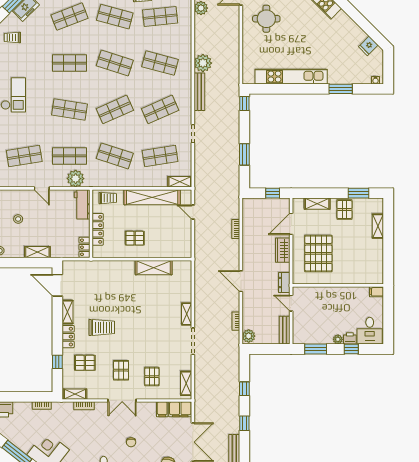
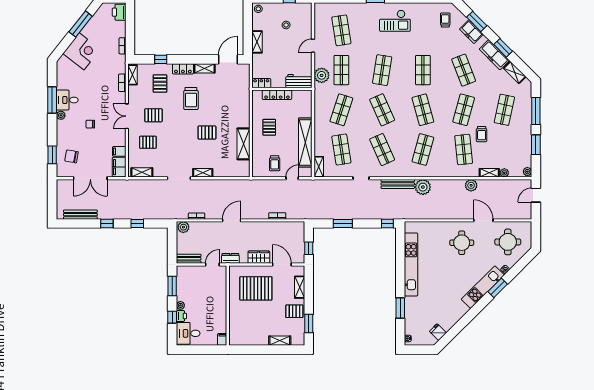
shop shelf: (115, 63) -> (423, 110), turned -33
trolley: (108, 198) -> (275, 163), moved
pallet: (141, 309) -> (207, 133), added

